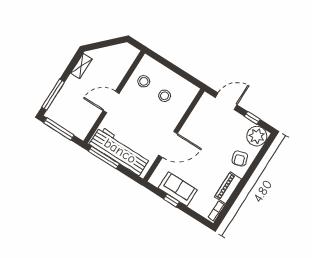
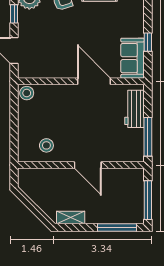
stool: (164, 96) -> (27, 93), moved
workbench: (120, 151) -> (134, 109), width x0.53, depth x0.76
sofa: (178, 189) -> (133, 58), moved

